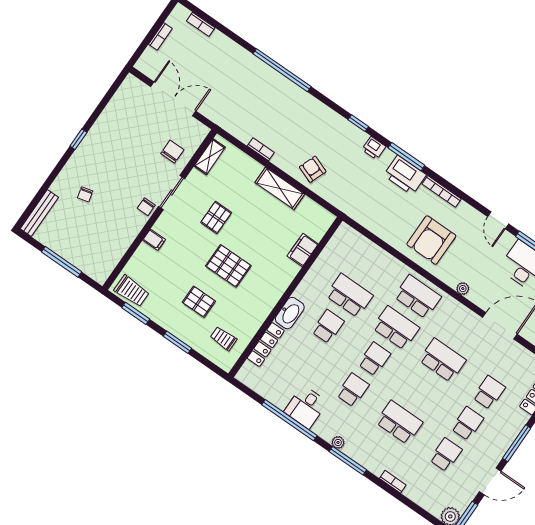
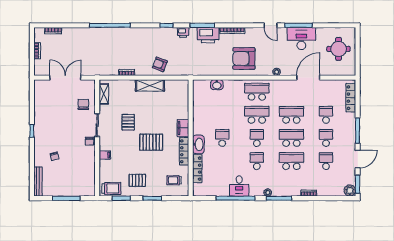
armchair: (431, 240) -> (244, 58), turned 90
filing cabinet: (303, 250) -> (183, 128), moved
washbasin: (370, 250) -> (217, 85), added
school desk: (349, 295) -> (291, 138), moved
pallet: (199, 302) -> (137, 180), moved
locker: (264, 309) -> (184, 151), added

